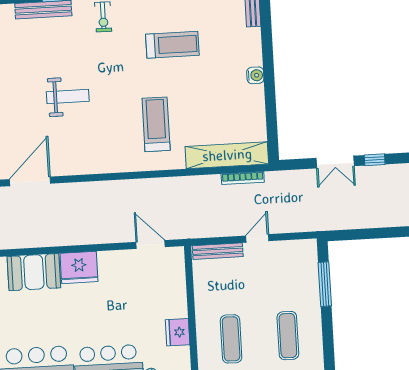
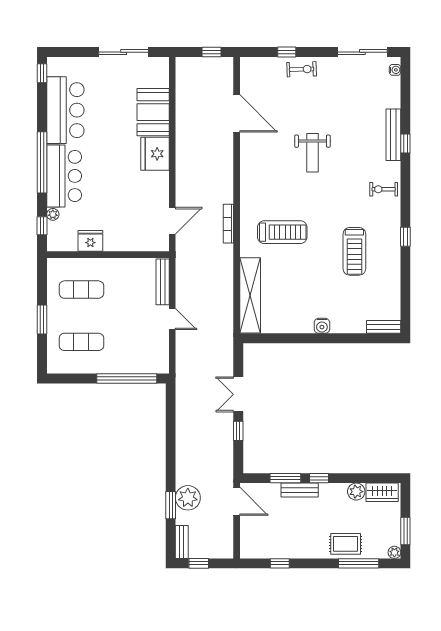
bookcase: (243, 178) -> (228, 224), moved
window: (325, 284) -> (127, 378), width x1.46

